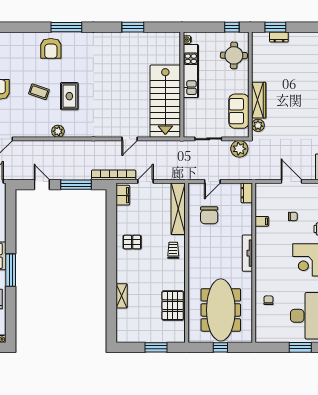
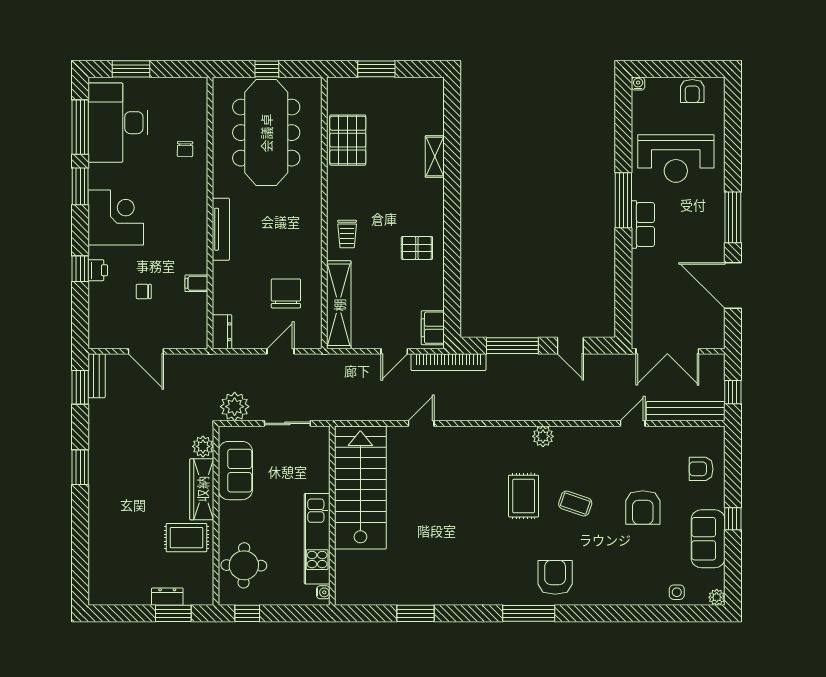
rug: (268, 72) -> (186, 538), added

